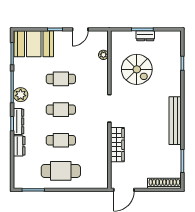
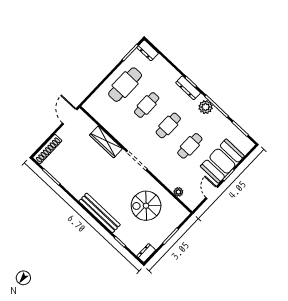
dresser: (145, 36) -> (146, 253), moved
booth: (34, 44) -> (222, 161), moved
bench: (175, 121) -> (100, 213), moved
dresser: (19, 146) -> (148, 50), moved

